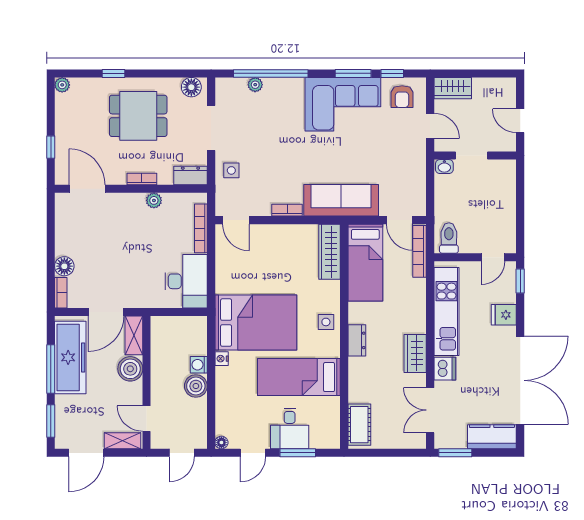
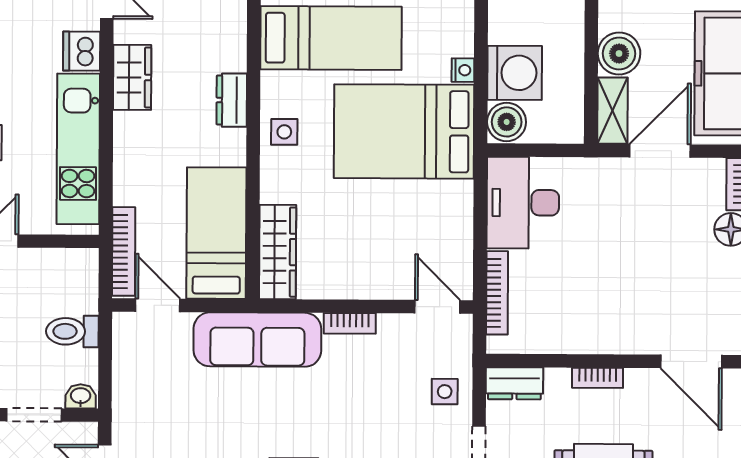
plant: (154, 200) -> (577, 341), removed
toilet: (449, 238) -> (72, 331), moved, turned 90
washing machine: (199, 365) -> (515, 73), width x1.89, depth x1.89
boiler: (196, 386) -> (507, 122), moved

